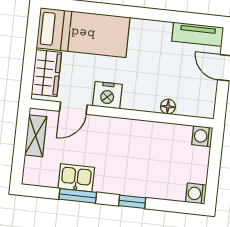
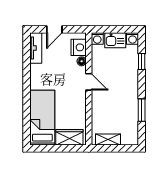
nightstand: (107, 95) -> (79, 47), moved
door: (73, 108) -> (89, 82), moved
kitchen sink: (76, 178) -> (115, 40), moved, turned -90
window: (132, 202) -> (142, 61), moved

